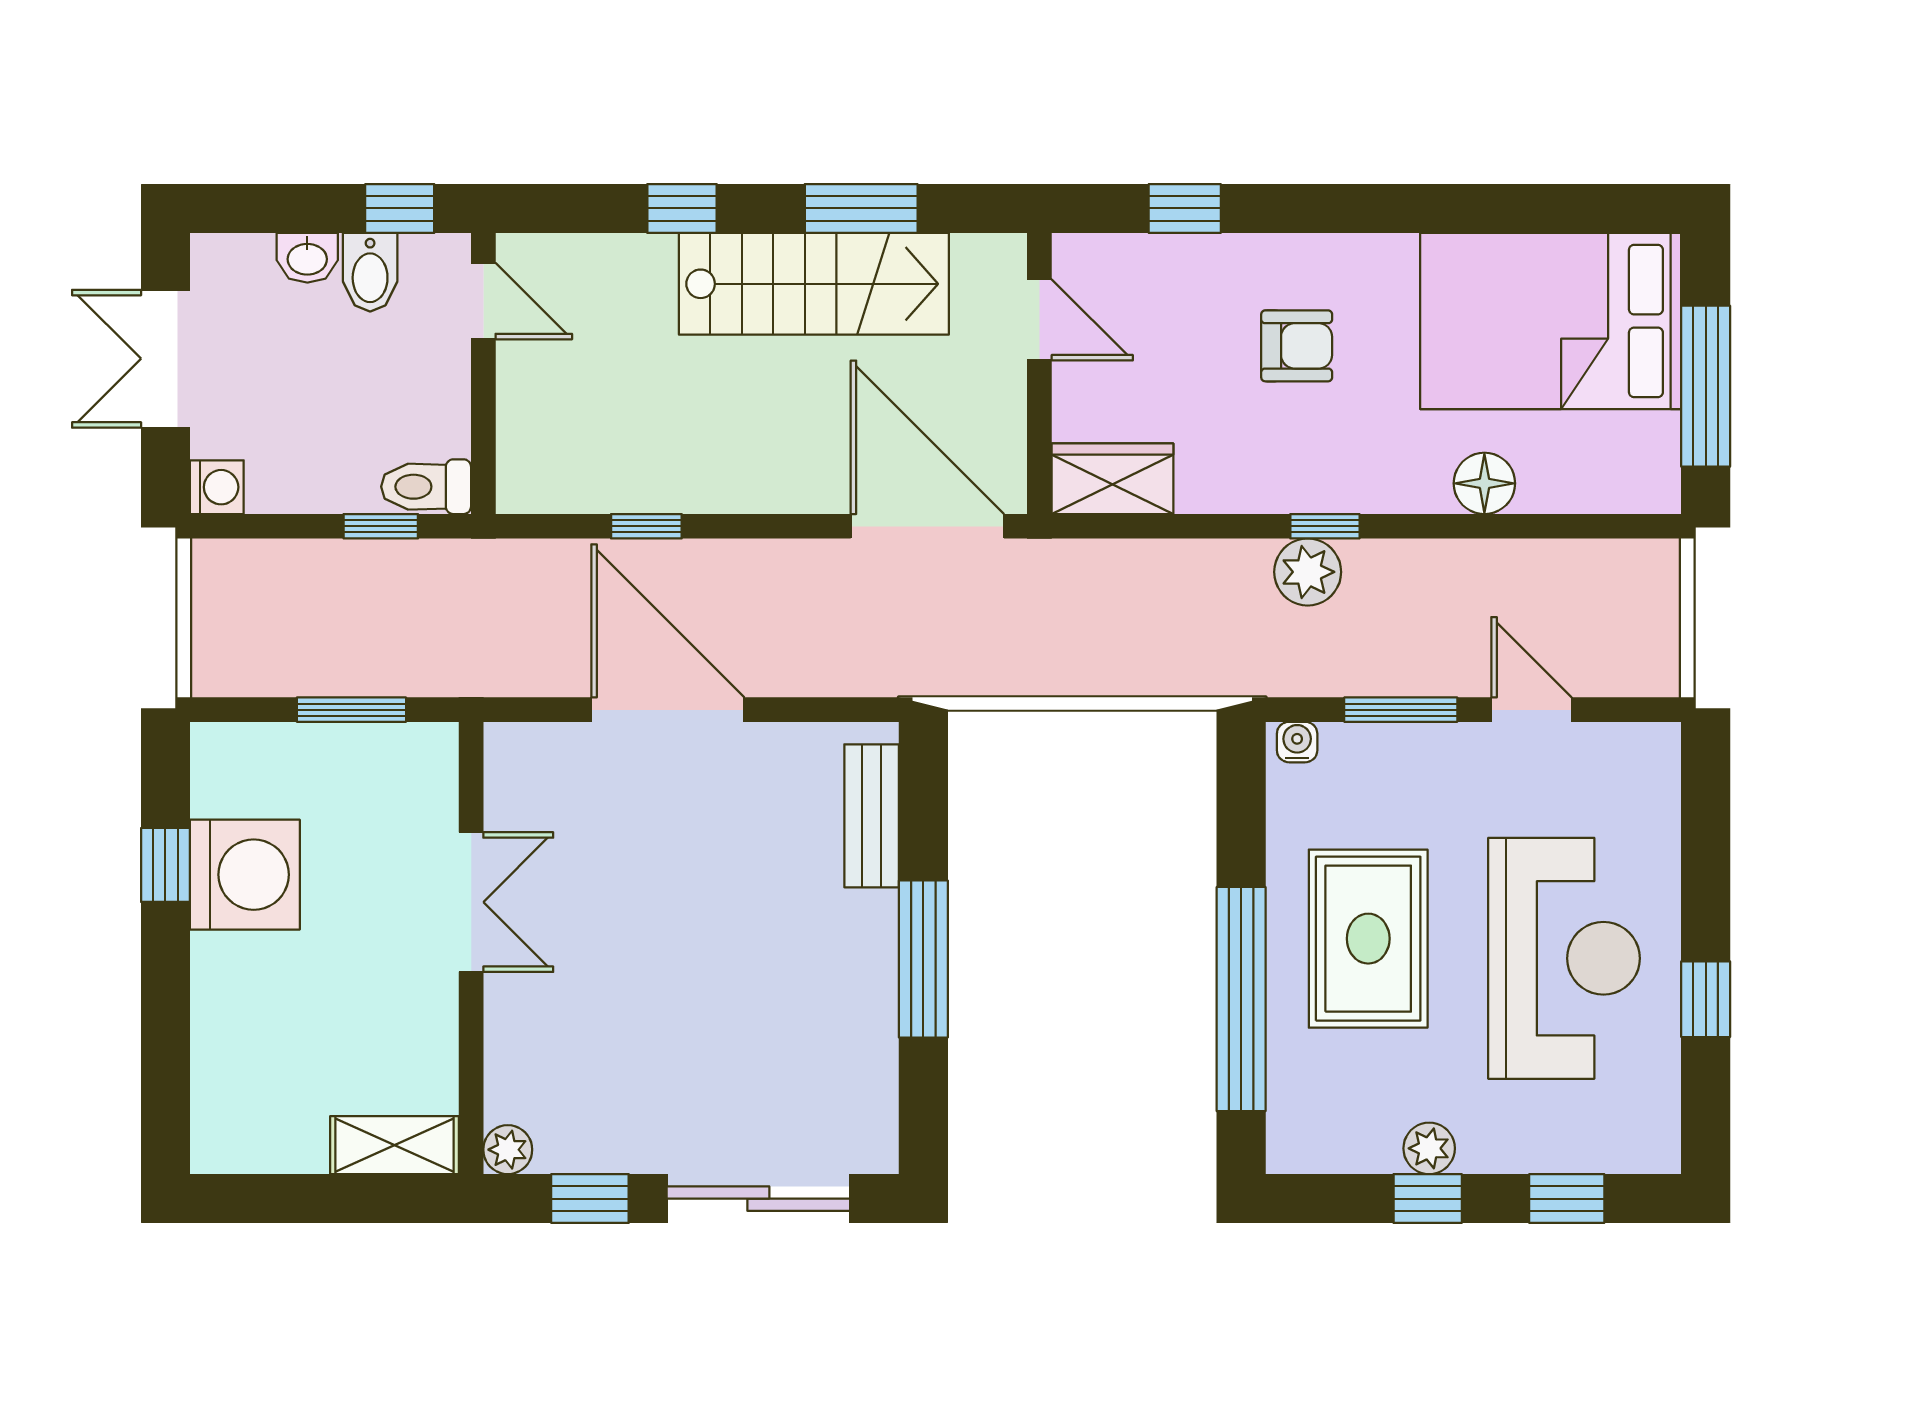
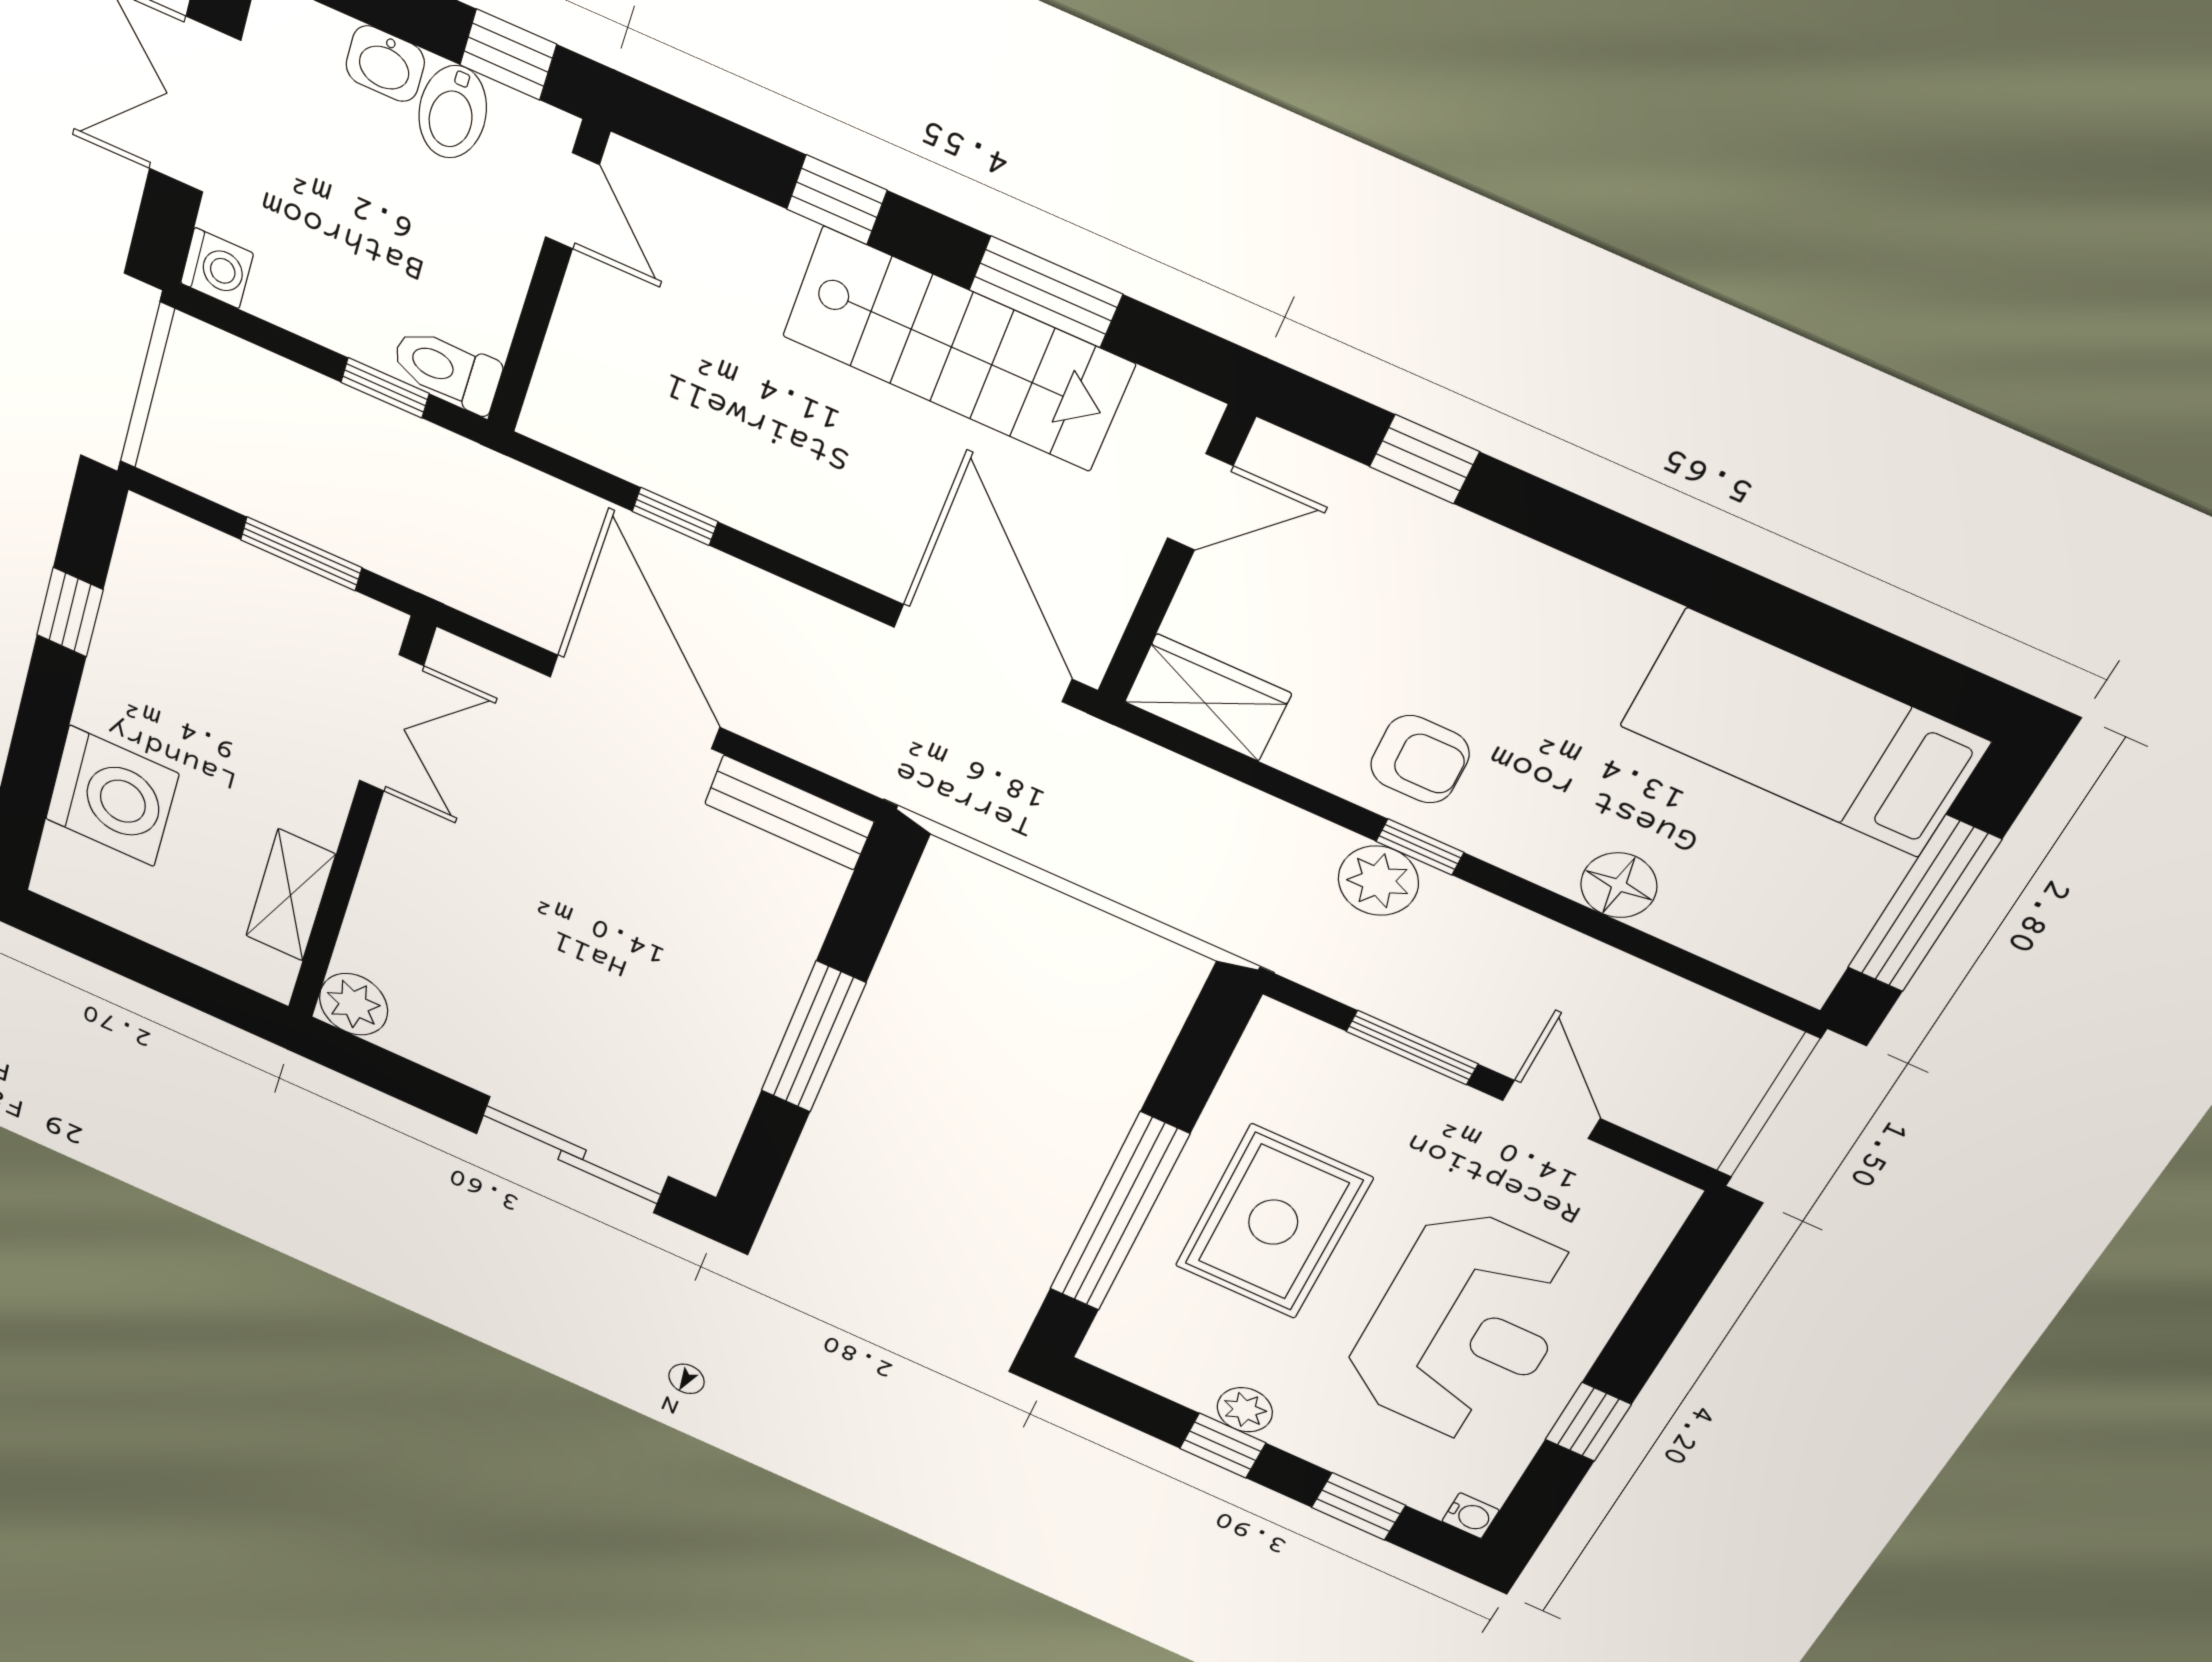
door: (1039, 320) -> (1200, 502), hinge flipped
bed: (1551, 321) -> (1804, 734), width x0.67
armchair: (1297, 346) -> (1420, 759), moved
water cooler: (1297, 742) -> (1471, 1516), moved, turned 90
bench: (872, 816) -> (789, 813), moved, turned 90
washing machine: (245, 875) -> (112, 796), moved
double door: (471, 902) -> (391, 724), moved
shelving: (395, 1145) -> (290, 895), moved, turned 90
plant: (508, 1150) -> (354, 1004), width x1.38, depth x1.38
window: (590, 1199) -> (409, 1082), removed

